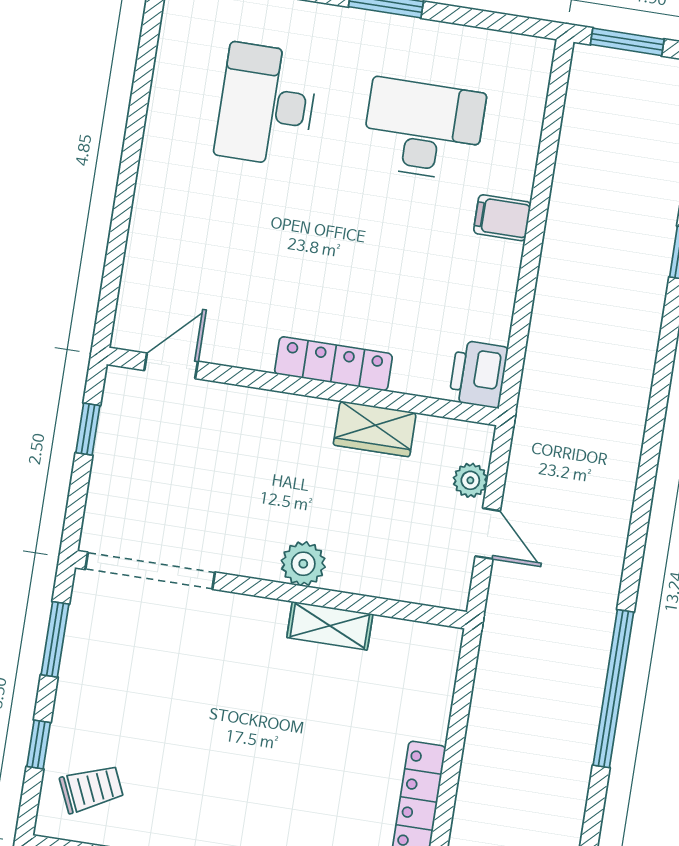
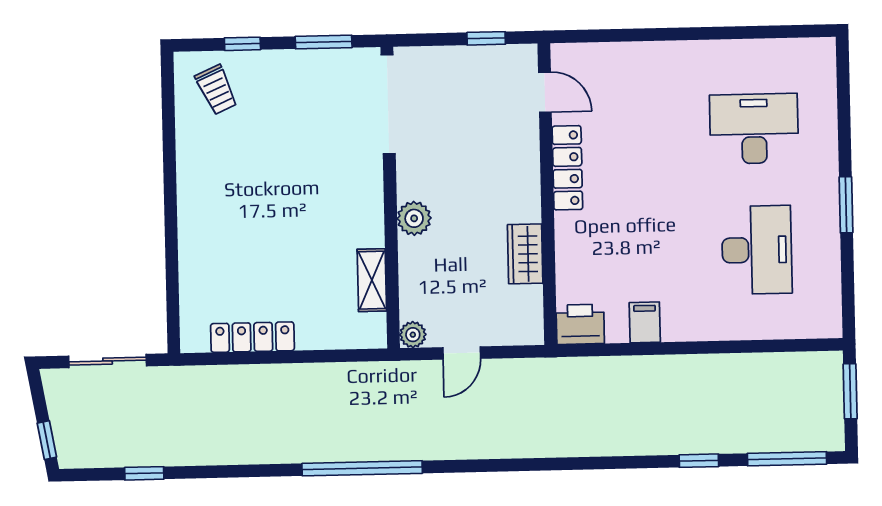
filing cabinet: (502, 218) -> (645, 322), moved
locker: (333, 364) -> (567, 168), moved
plant: (470, 480) -> (413, 335), moved
shelving: (330, 626) -> (372, 280), moved

